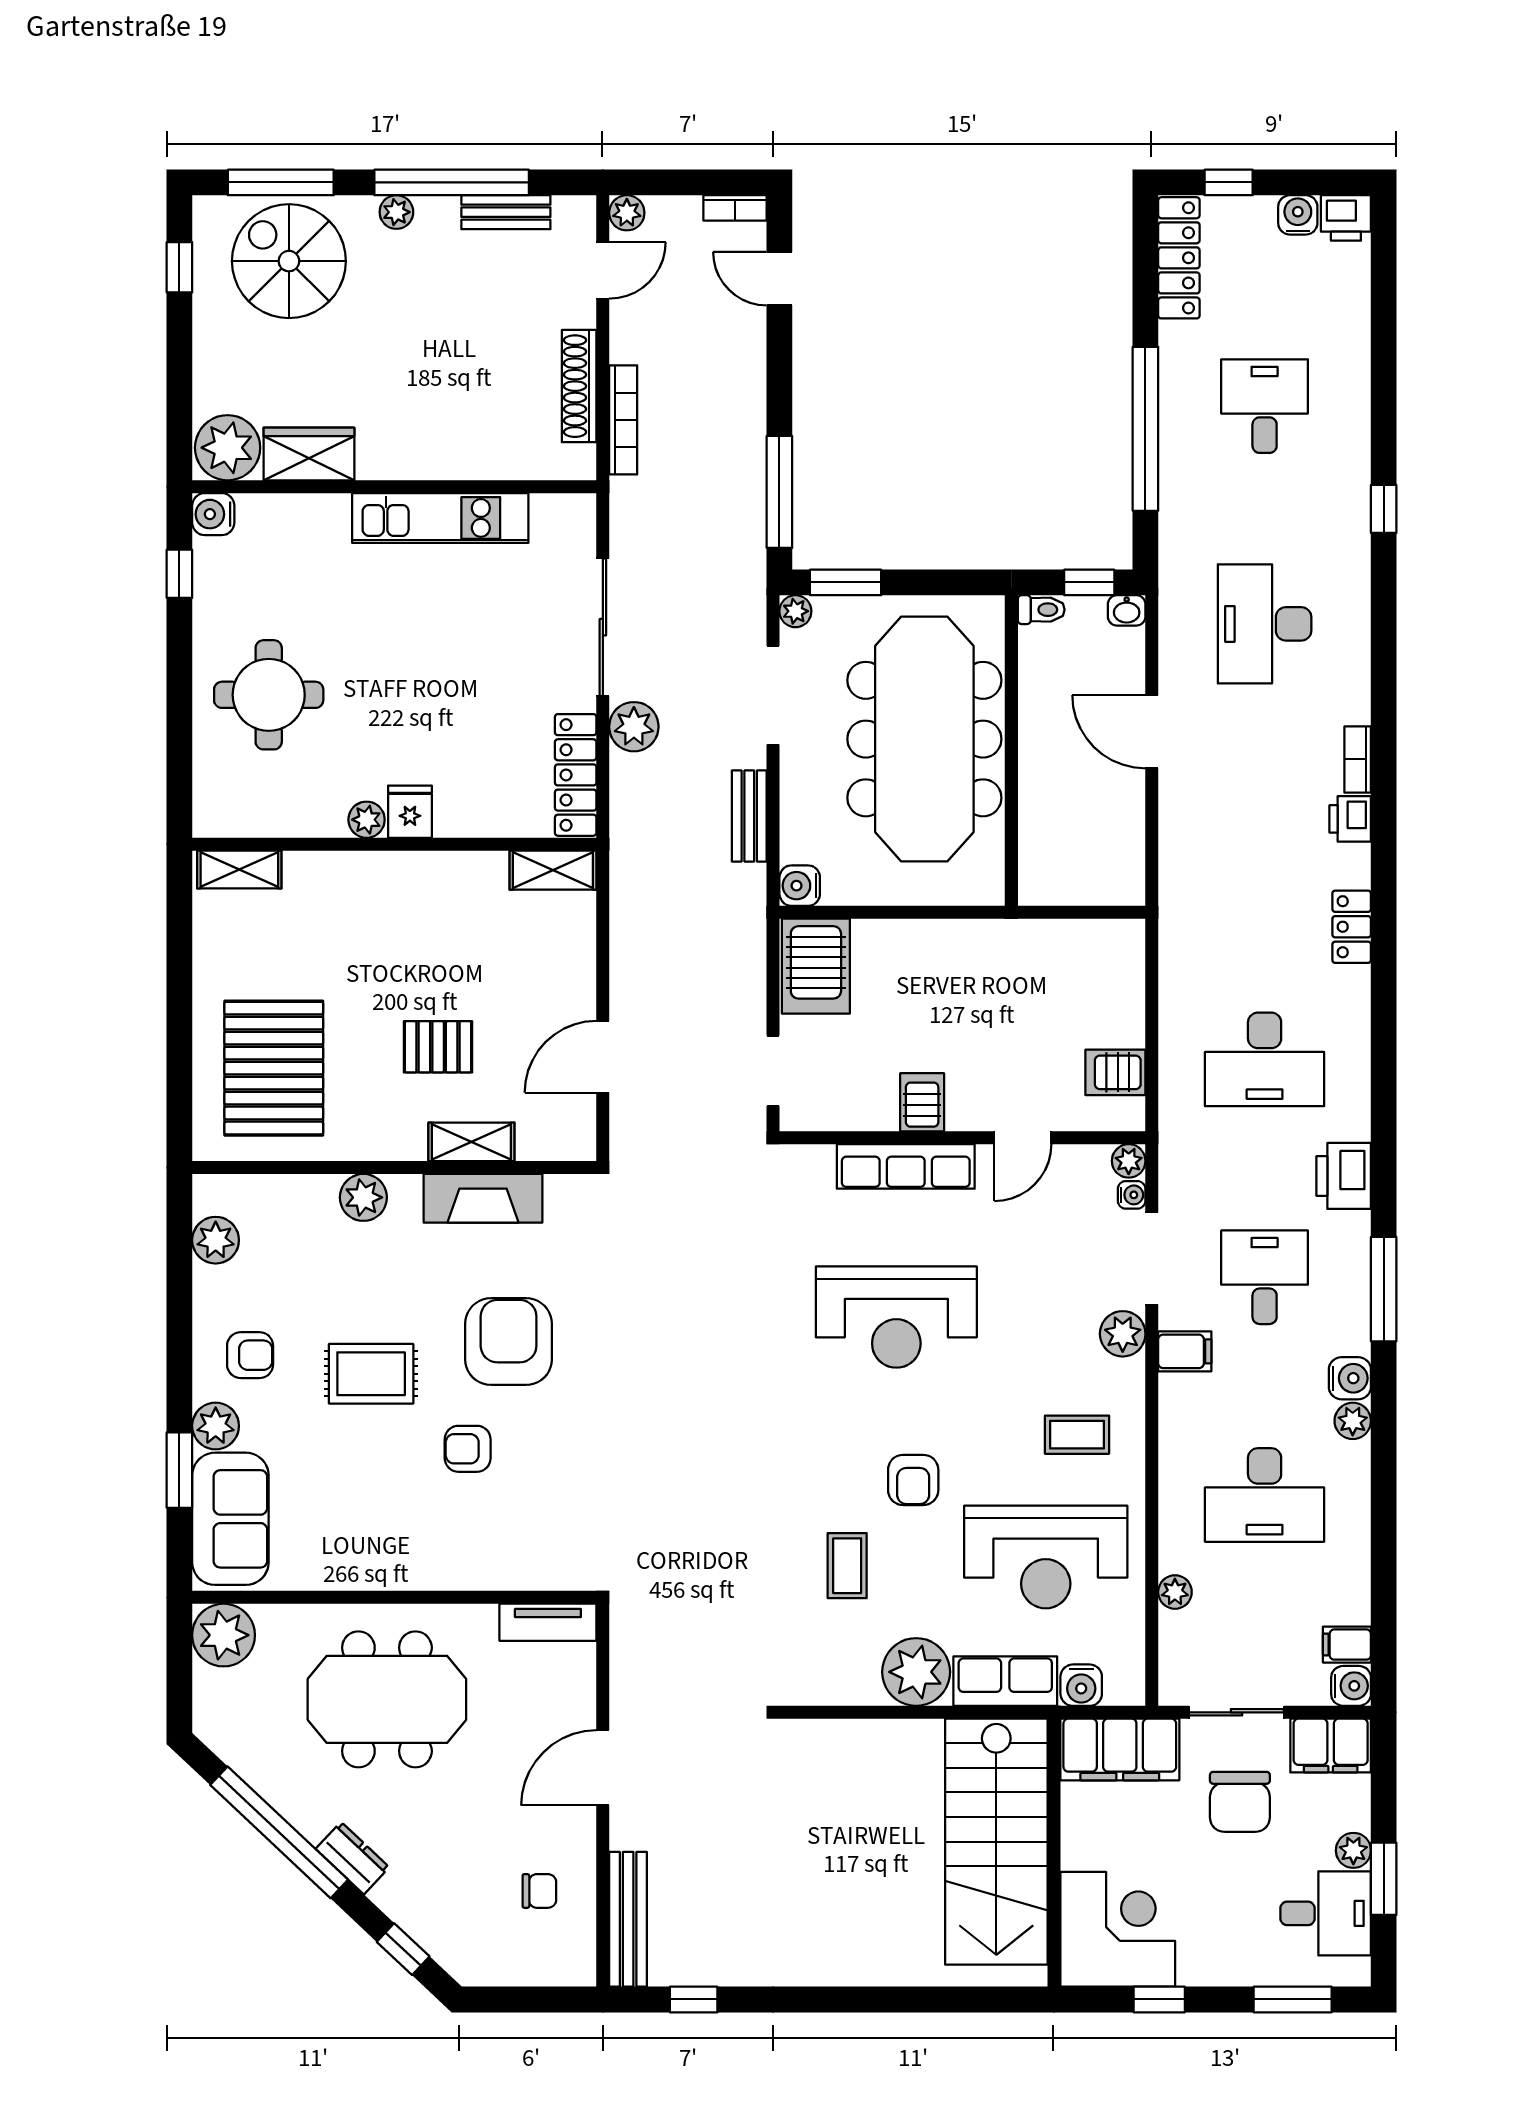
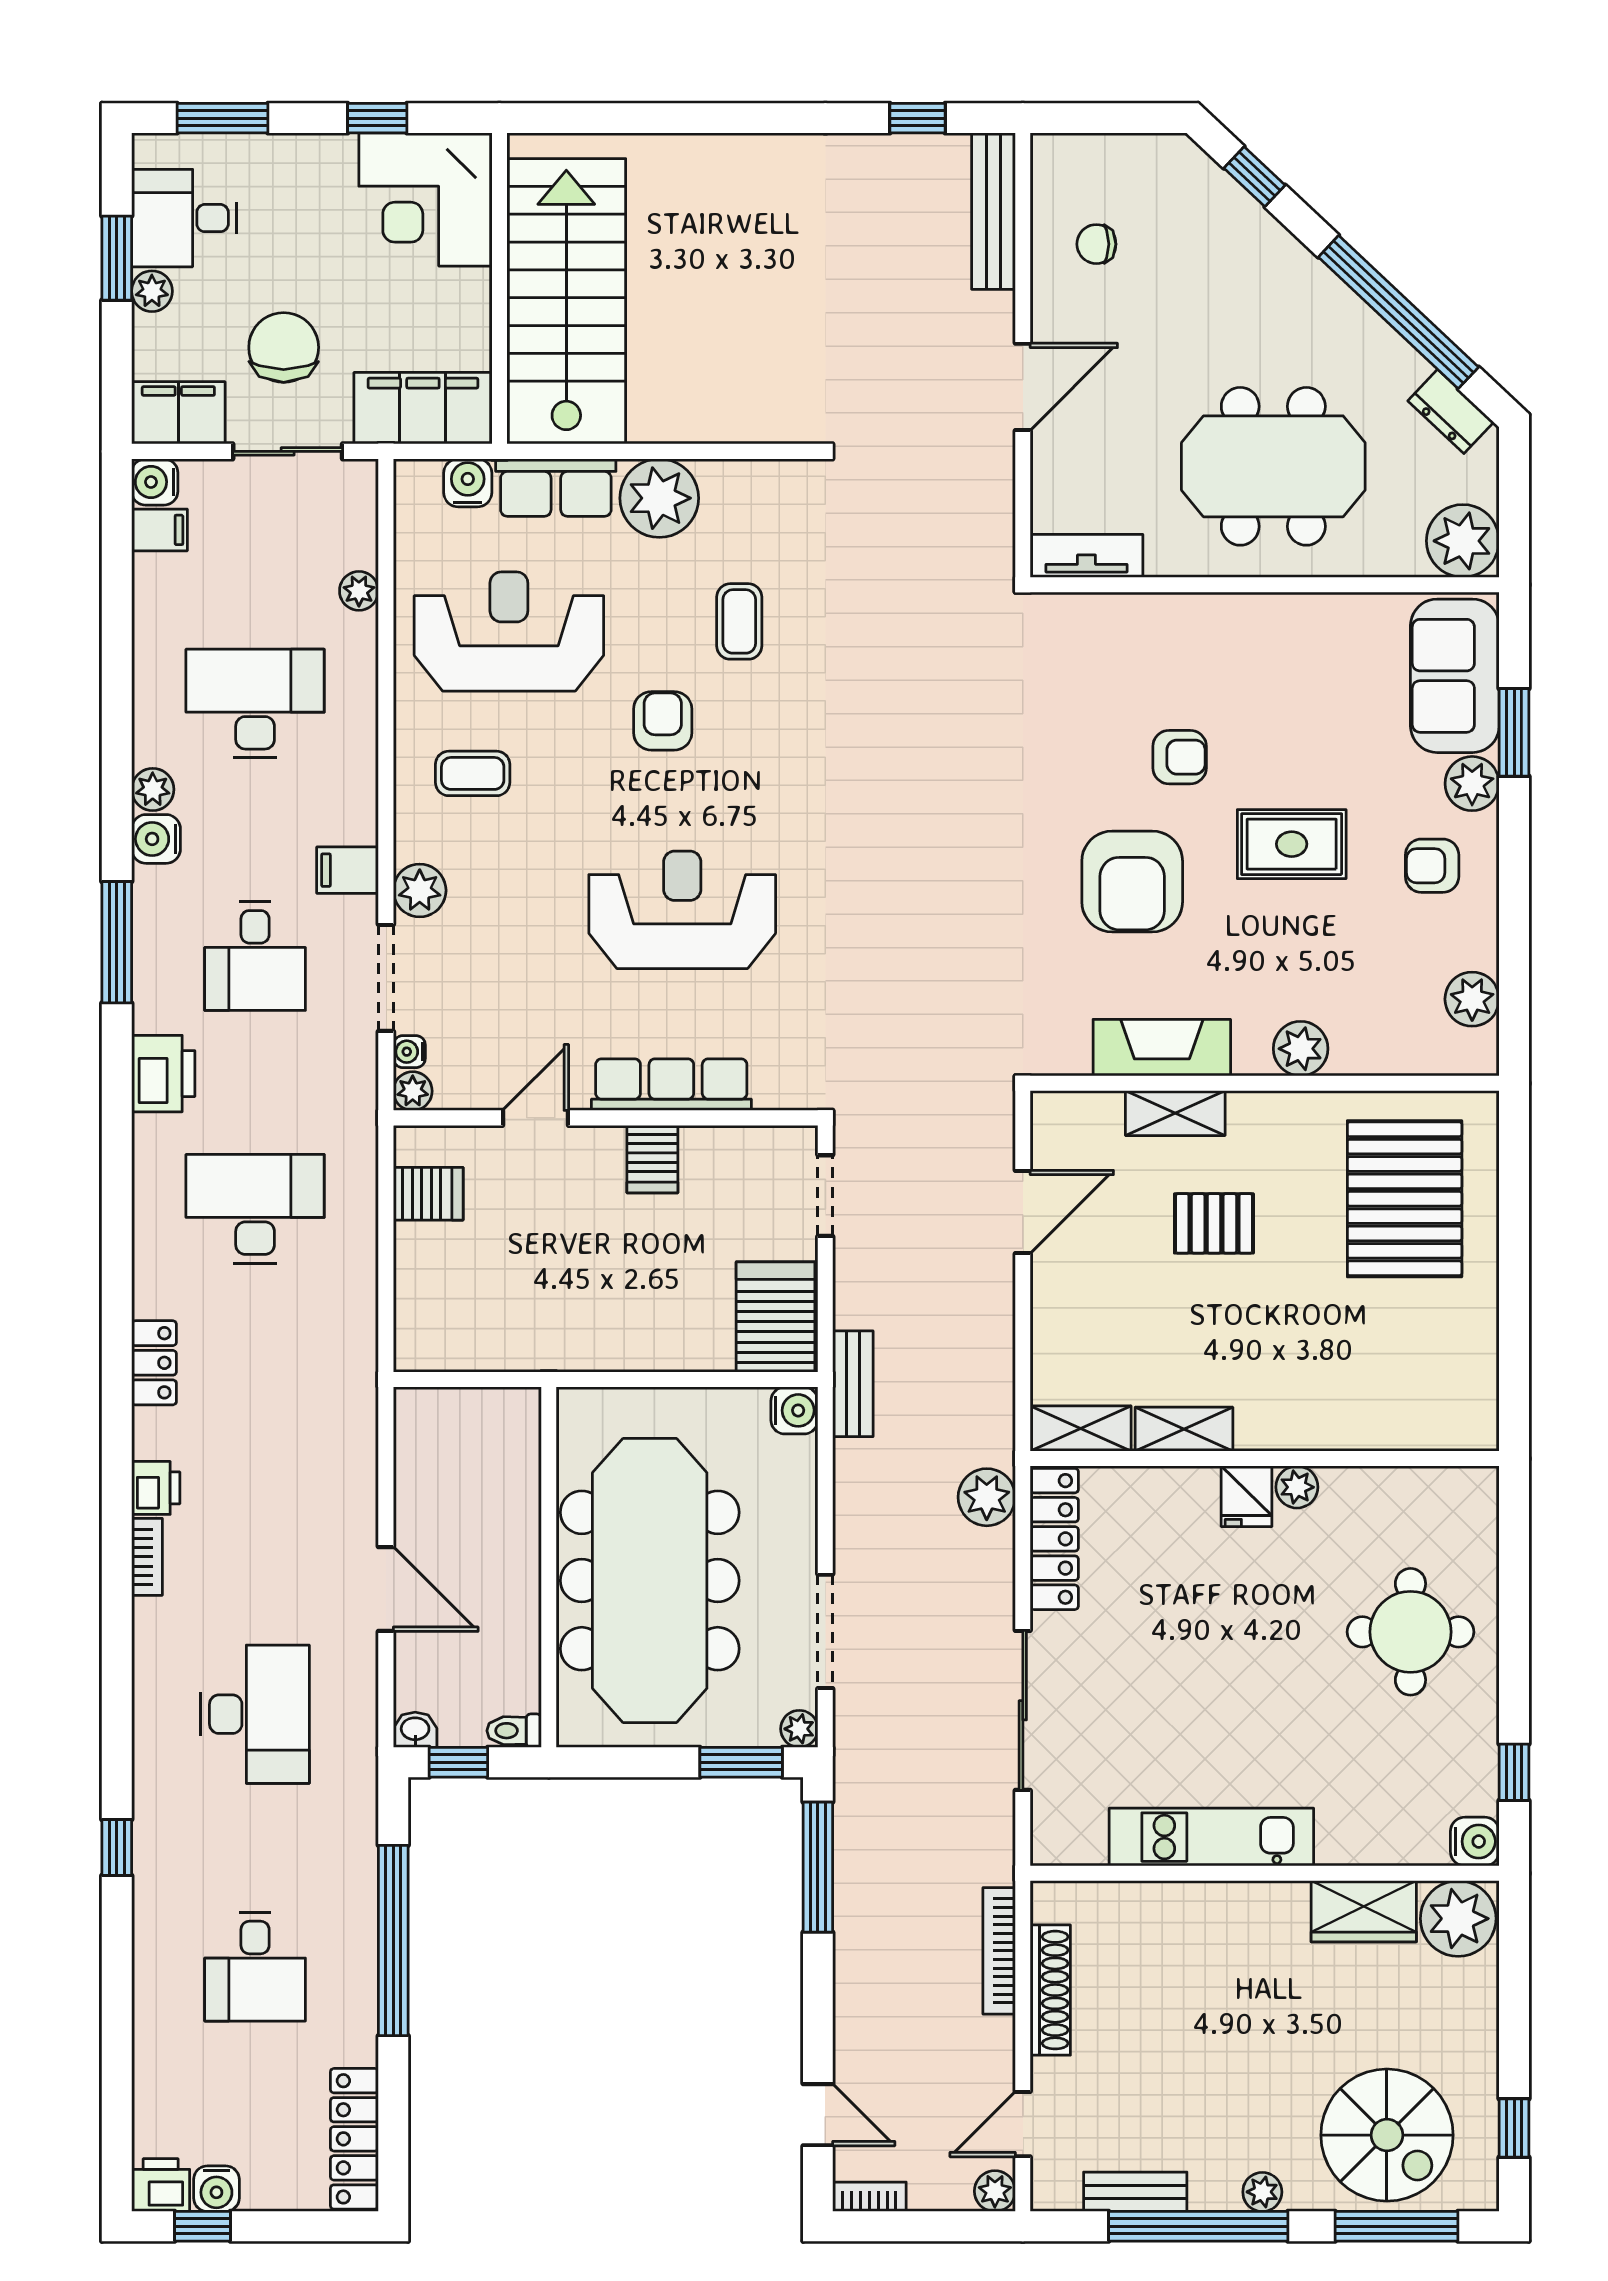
window: (1229, 182) -> (203, 2226), moved
plant: (634, 727) -> (987, 1497), moved
bench: (749, 816) -> (853, 1384), moved
shelving: (239, 870) -> (1184, 1429), moved
dresser: (352, 1858) -> (1451, 411), moved

